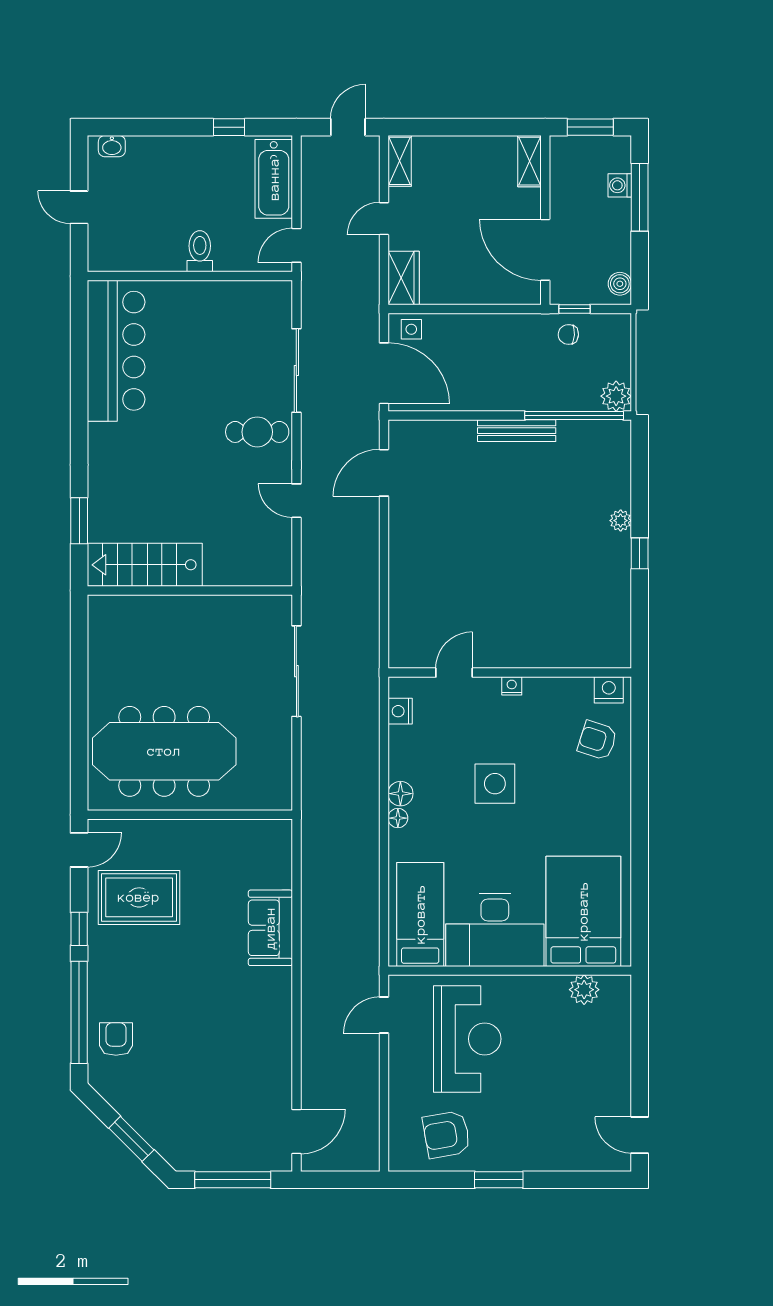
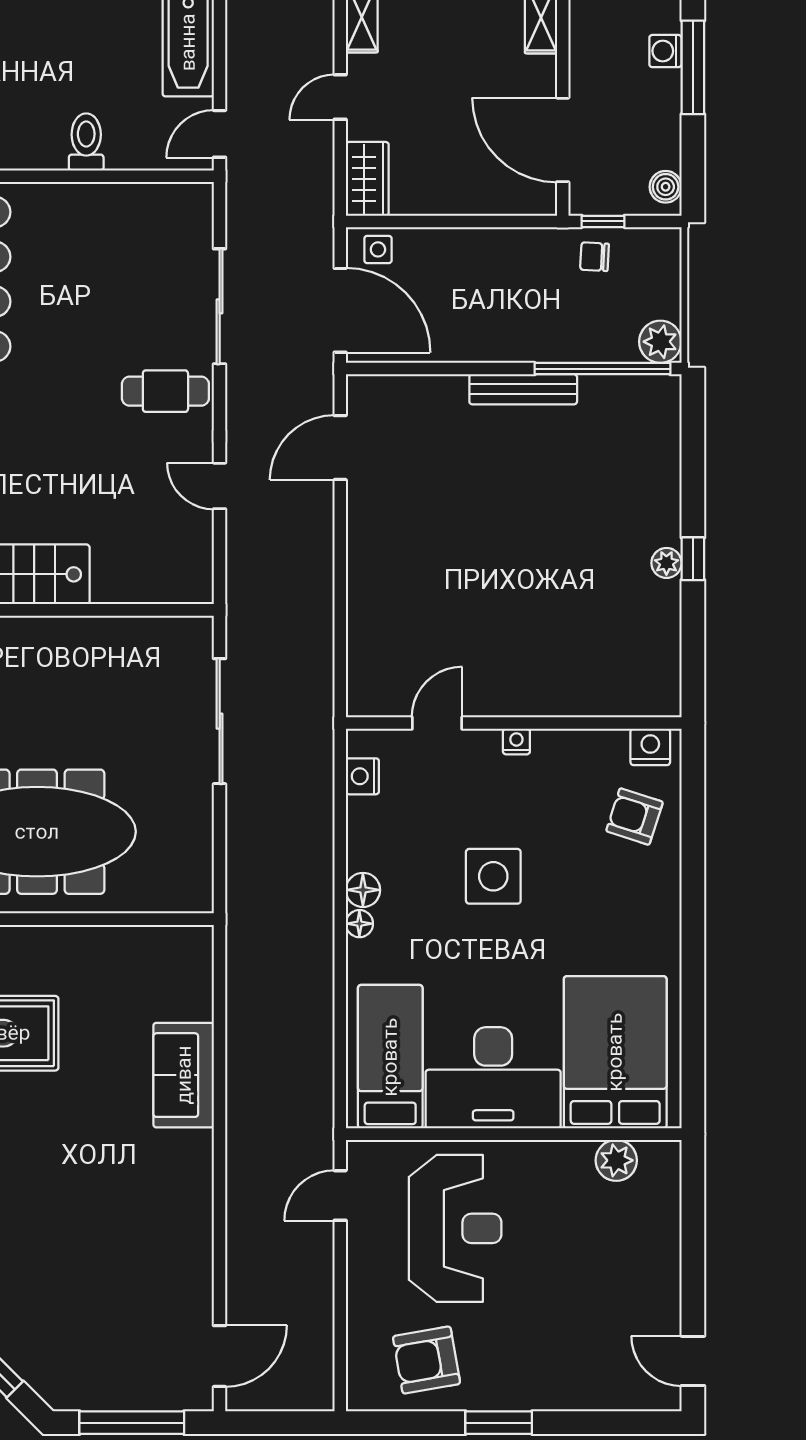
plant: (621, 521) -> (666, 563), moved

